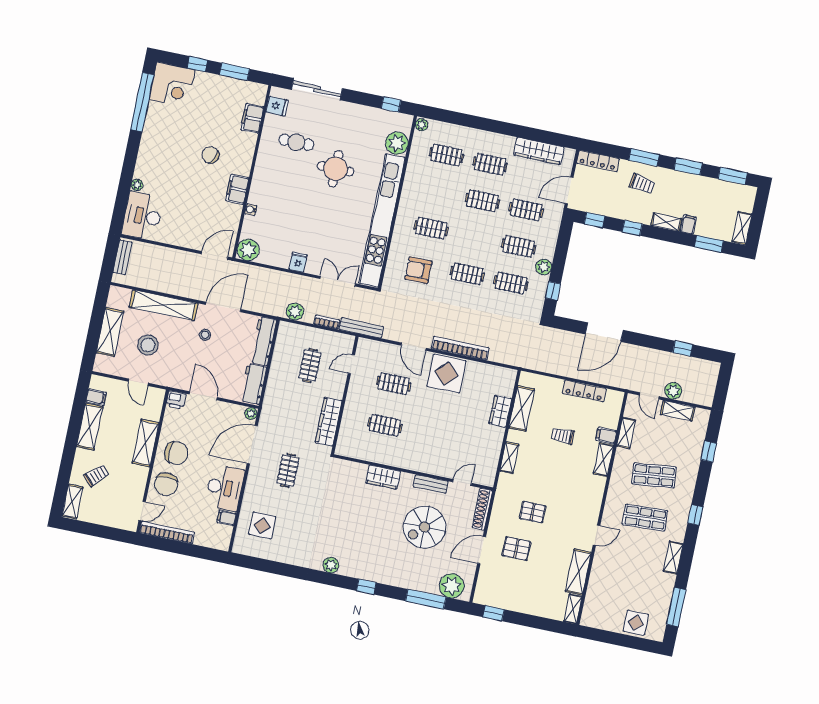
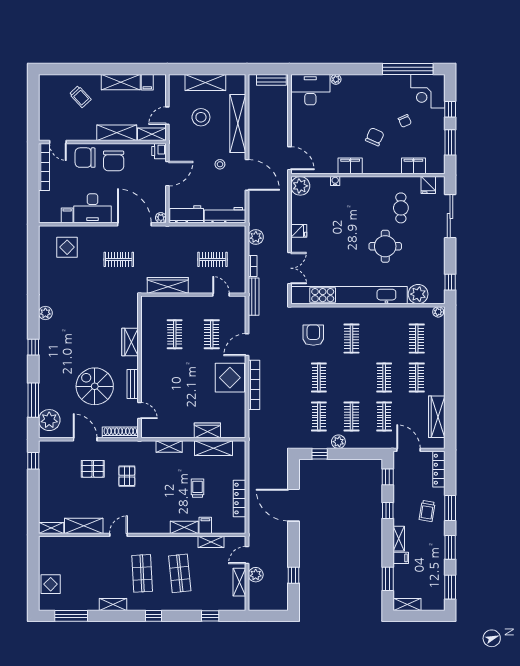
chair: (200, 118) -> (405, 121), added
shelving: (72, 502) -> (152, 134), moved
door: (597, 535) -> (118, 535), swing flipped
pallet: (516, 549) -> (93, 469), turned 90

